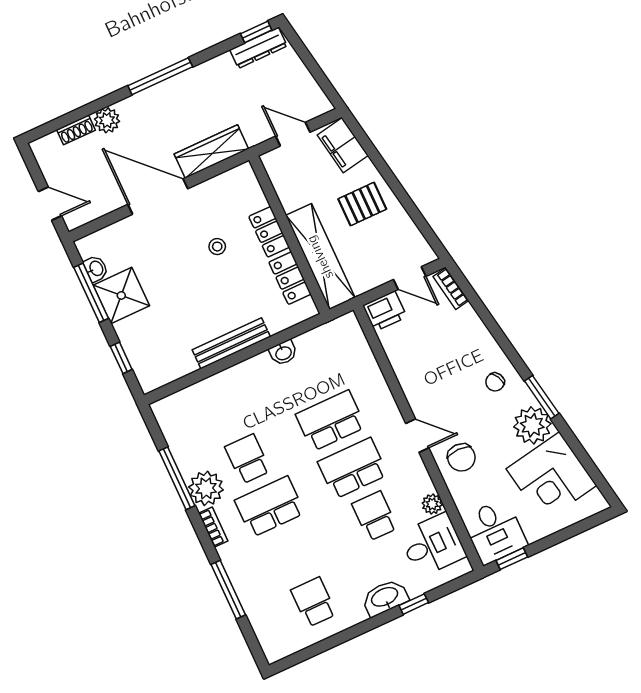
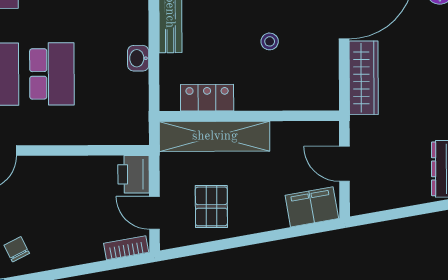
door: (293, 134) -> (344, 164), swing flipped
pallet: (362, 204) -> (211, 206), moved
locker: (269, 232) -> (261, 98), removed
door: (410, 278) -> (154, 213), hinge flipped

